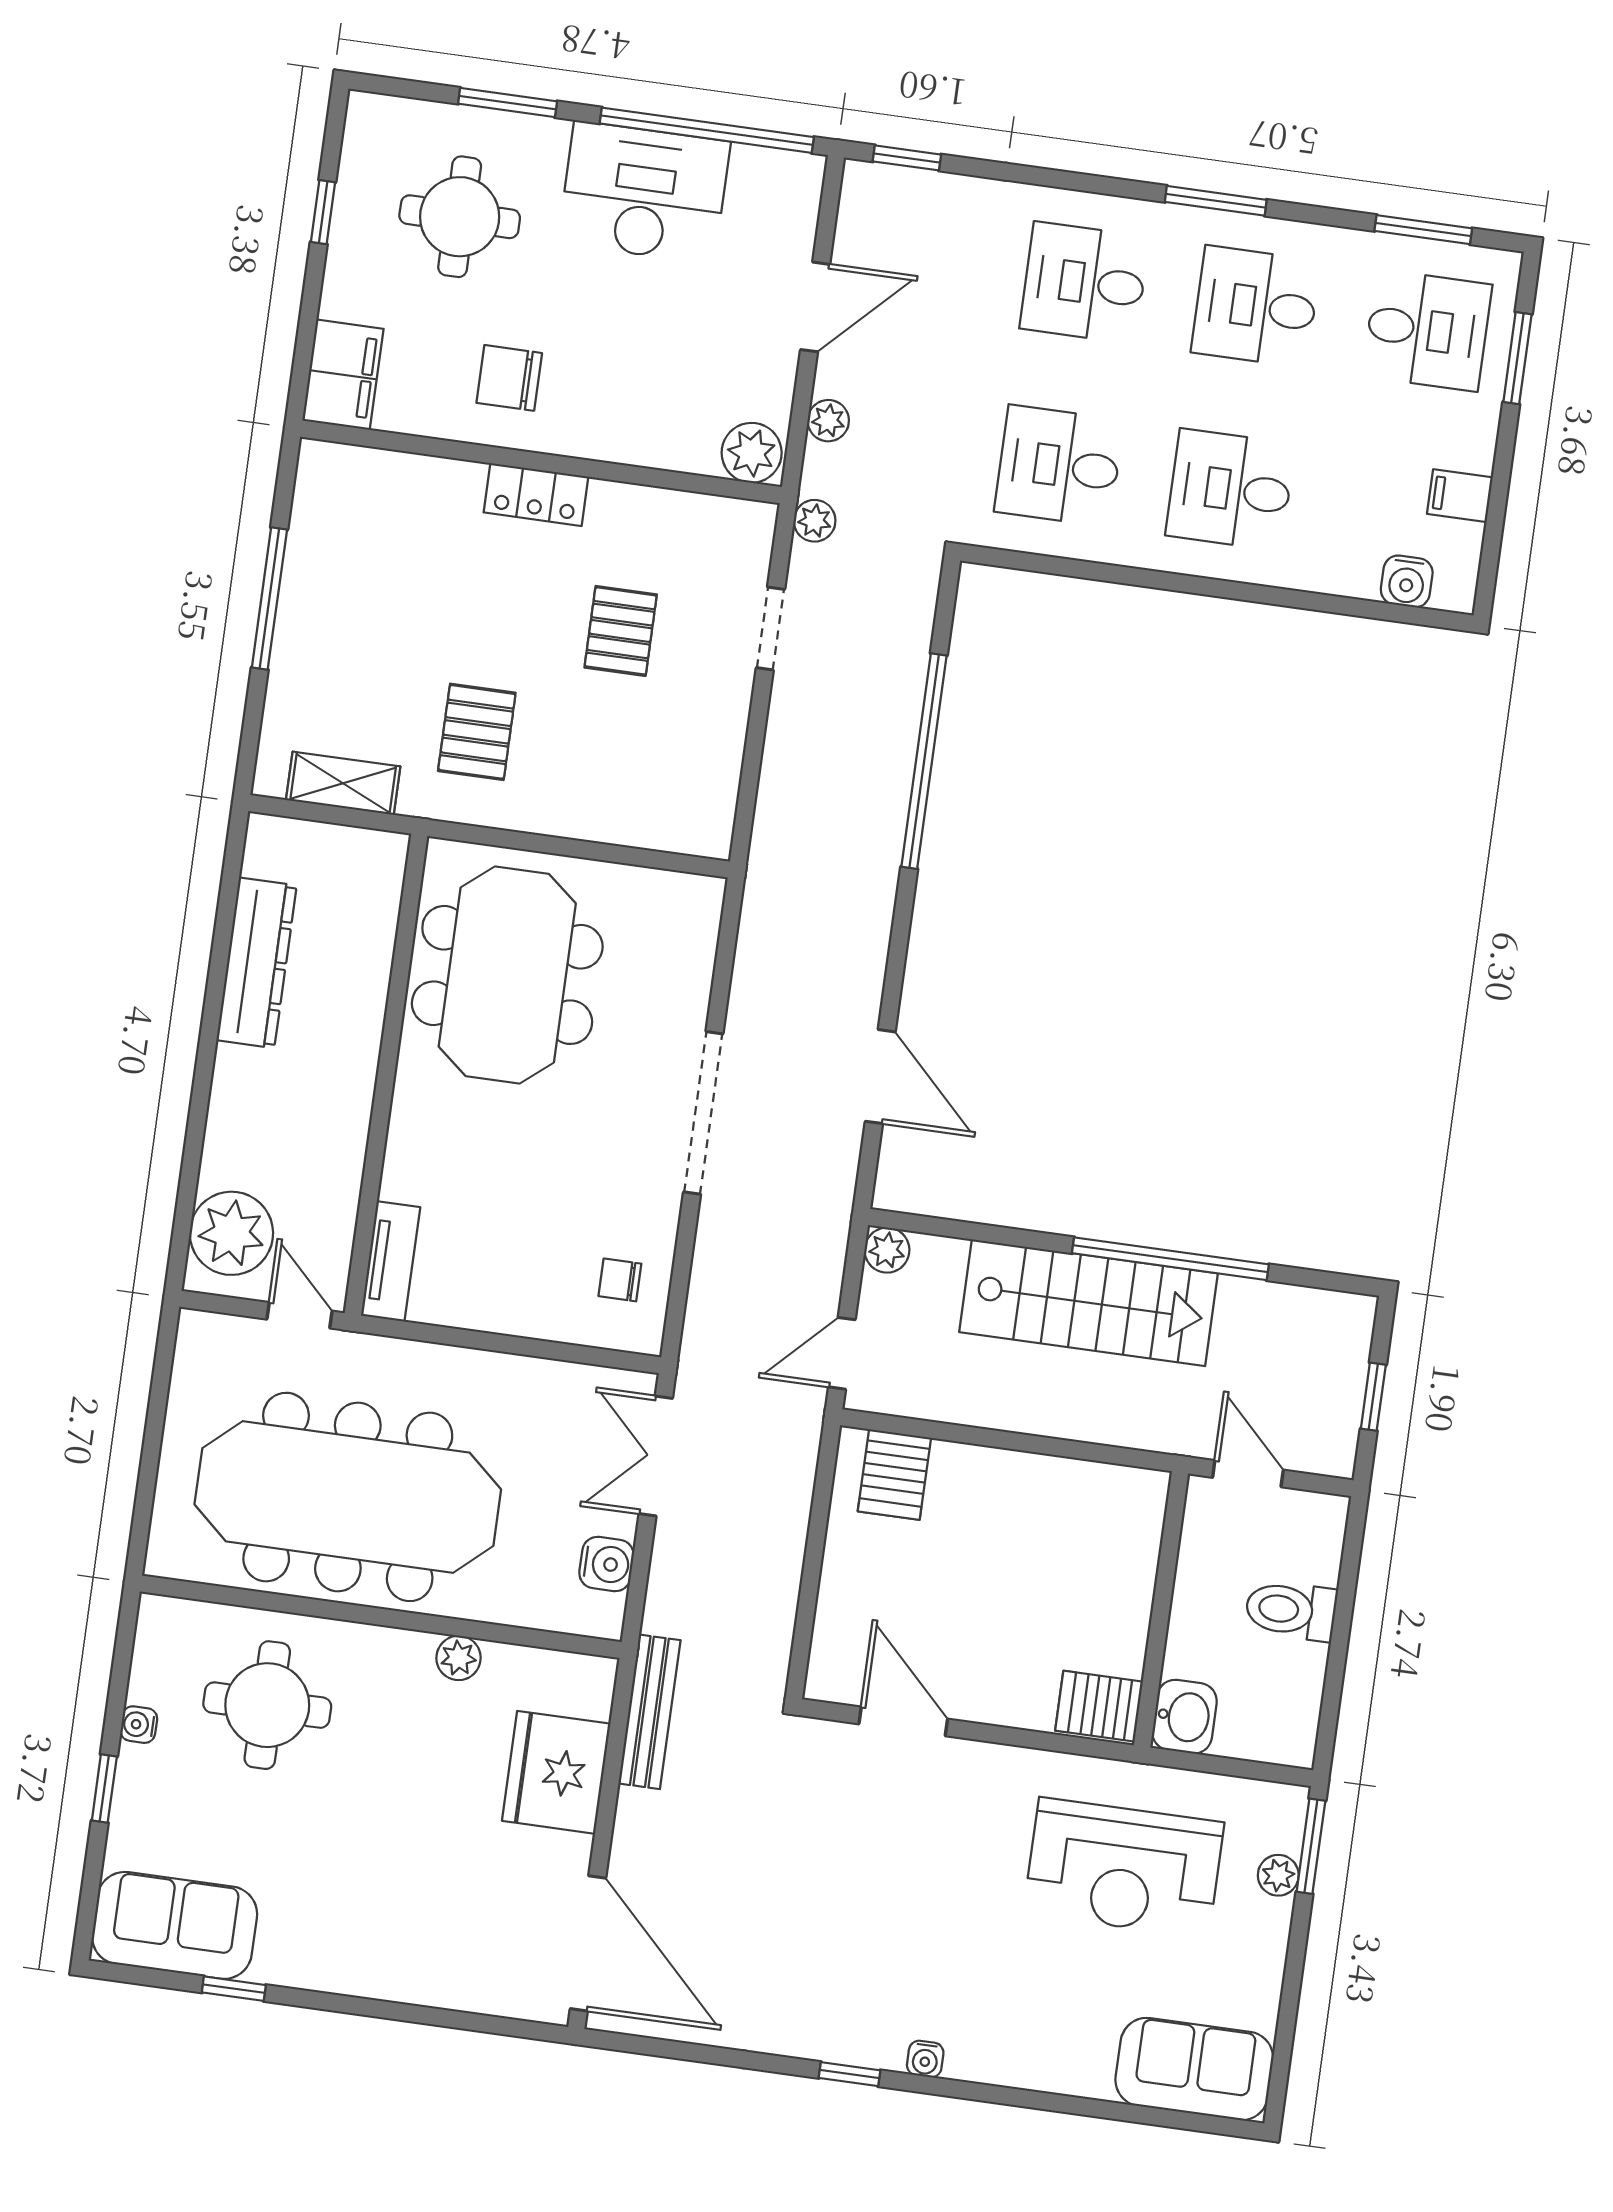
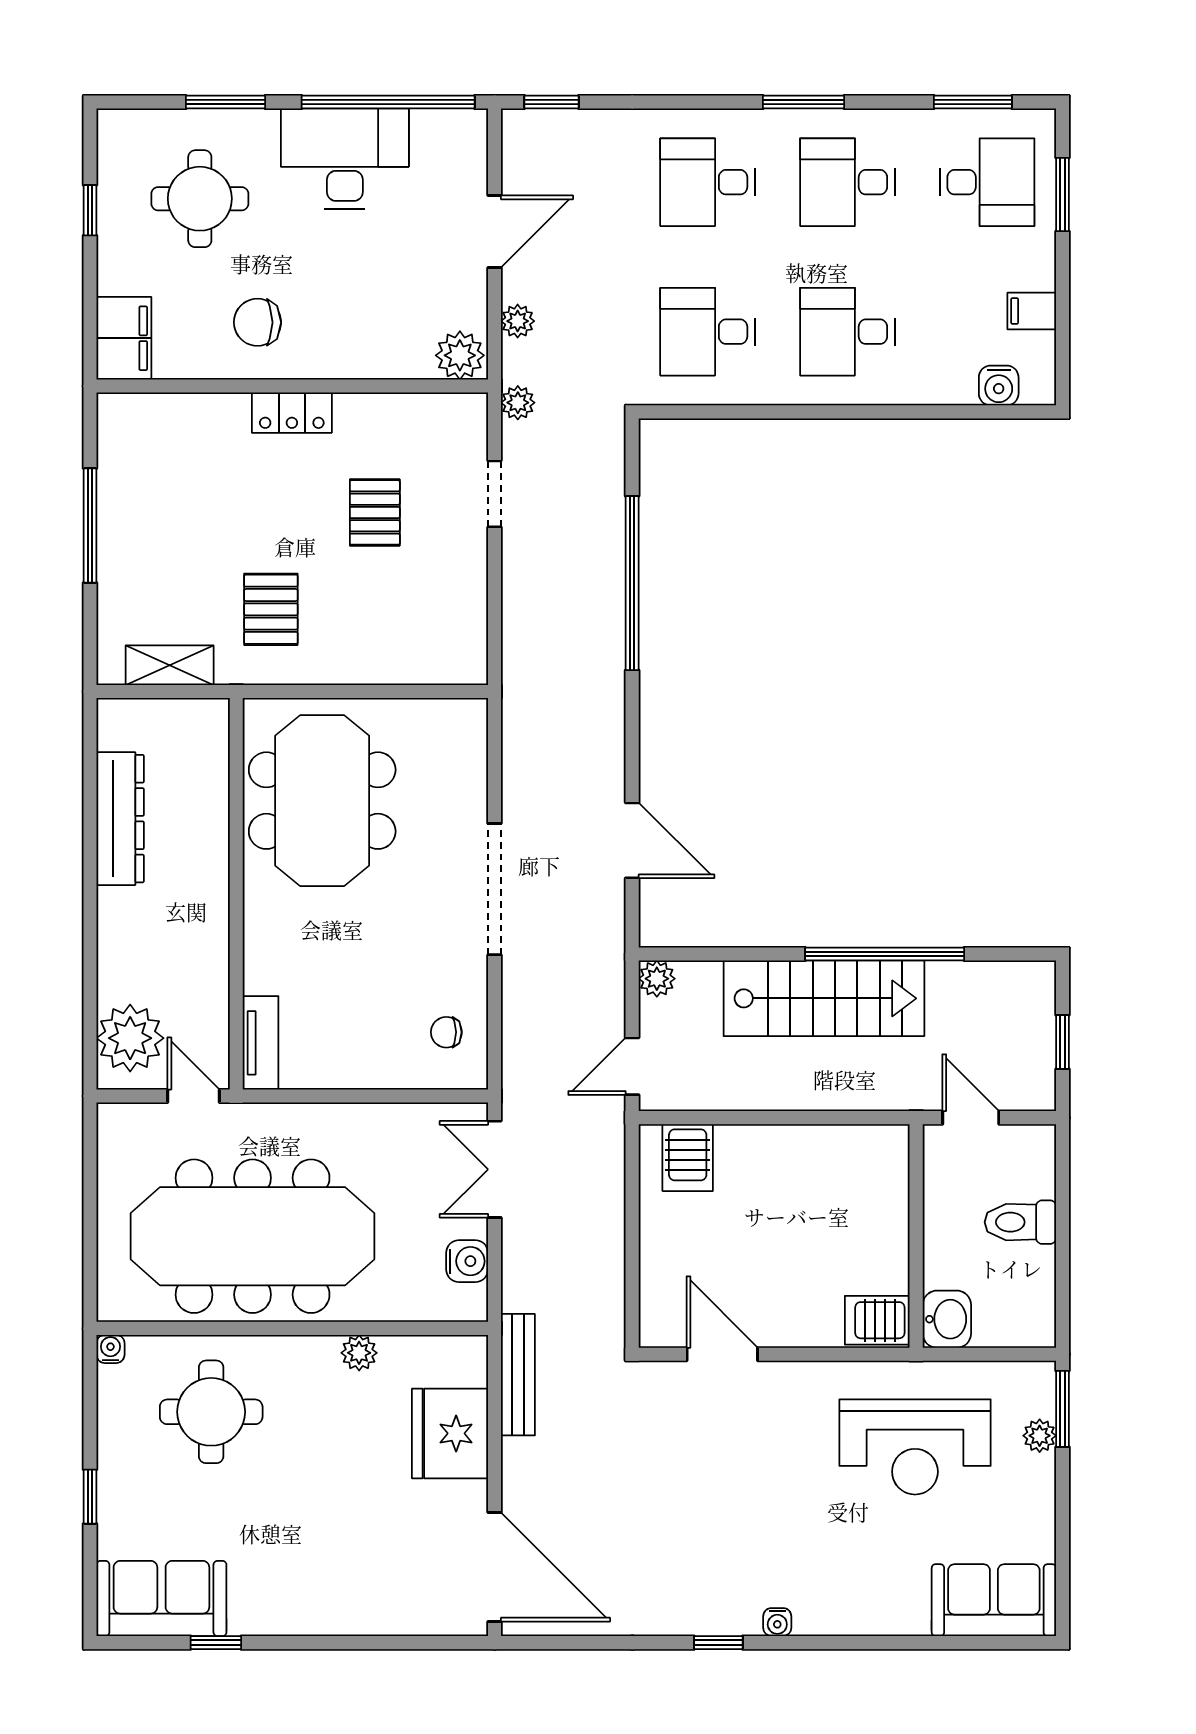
water cooler: (139, 1725) -> (110, 1349), moved, turned 90

